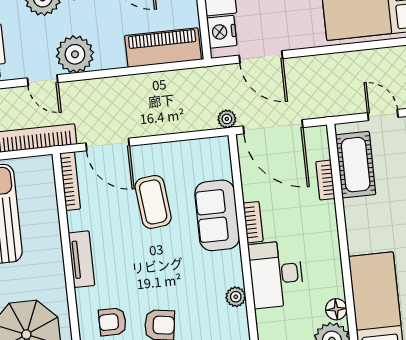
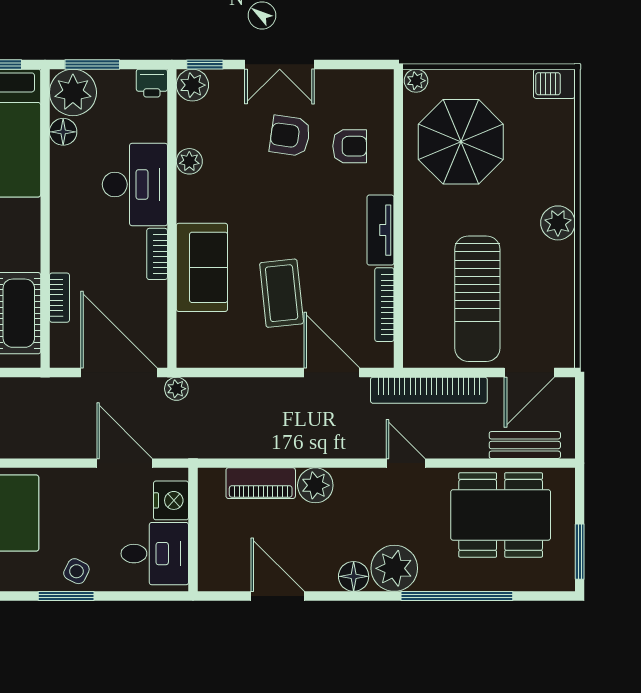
piano: (163, 48) -> (261, 483), width x0.73, depth x0.75
plant: (75, 54) -> (315, 485), moved, width x0.73, depth x0.73
bookcase: (70, 181) -> (384, 305), moved

